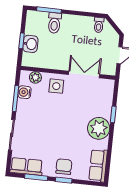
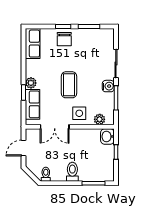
toilet: (54, 23) -> (72, 172), moved
washbasin: (30, 44) -> (107, 136), moved
water cooler: (25, 92) -> (108, 86), moved
coffee table: (64, 118) -> (69, 85), added
plant: (99, 128) -> (31, 83), width x0.53, depth x0.53
row of seats: (26, 166) -> (33, 104), moved, turned -90

